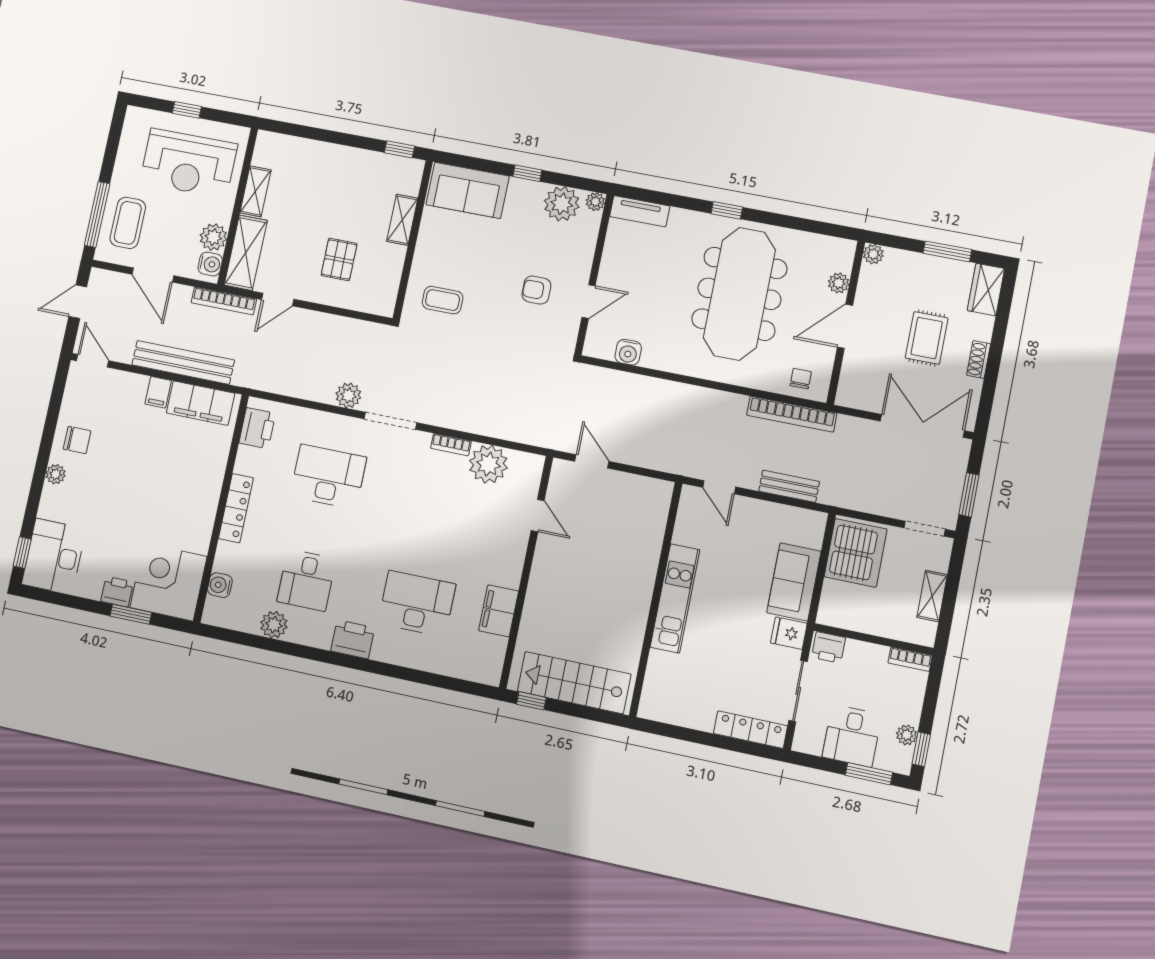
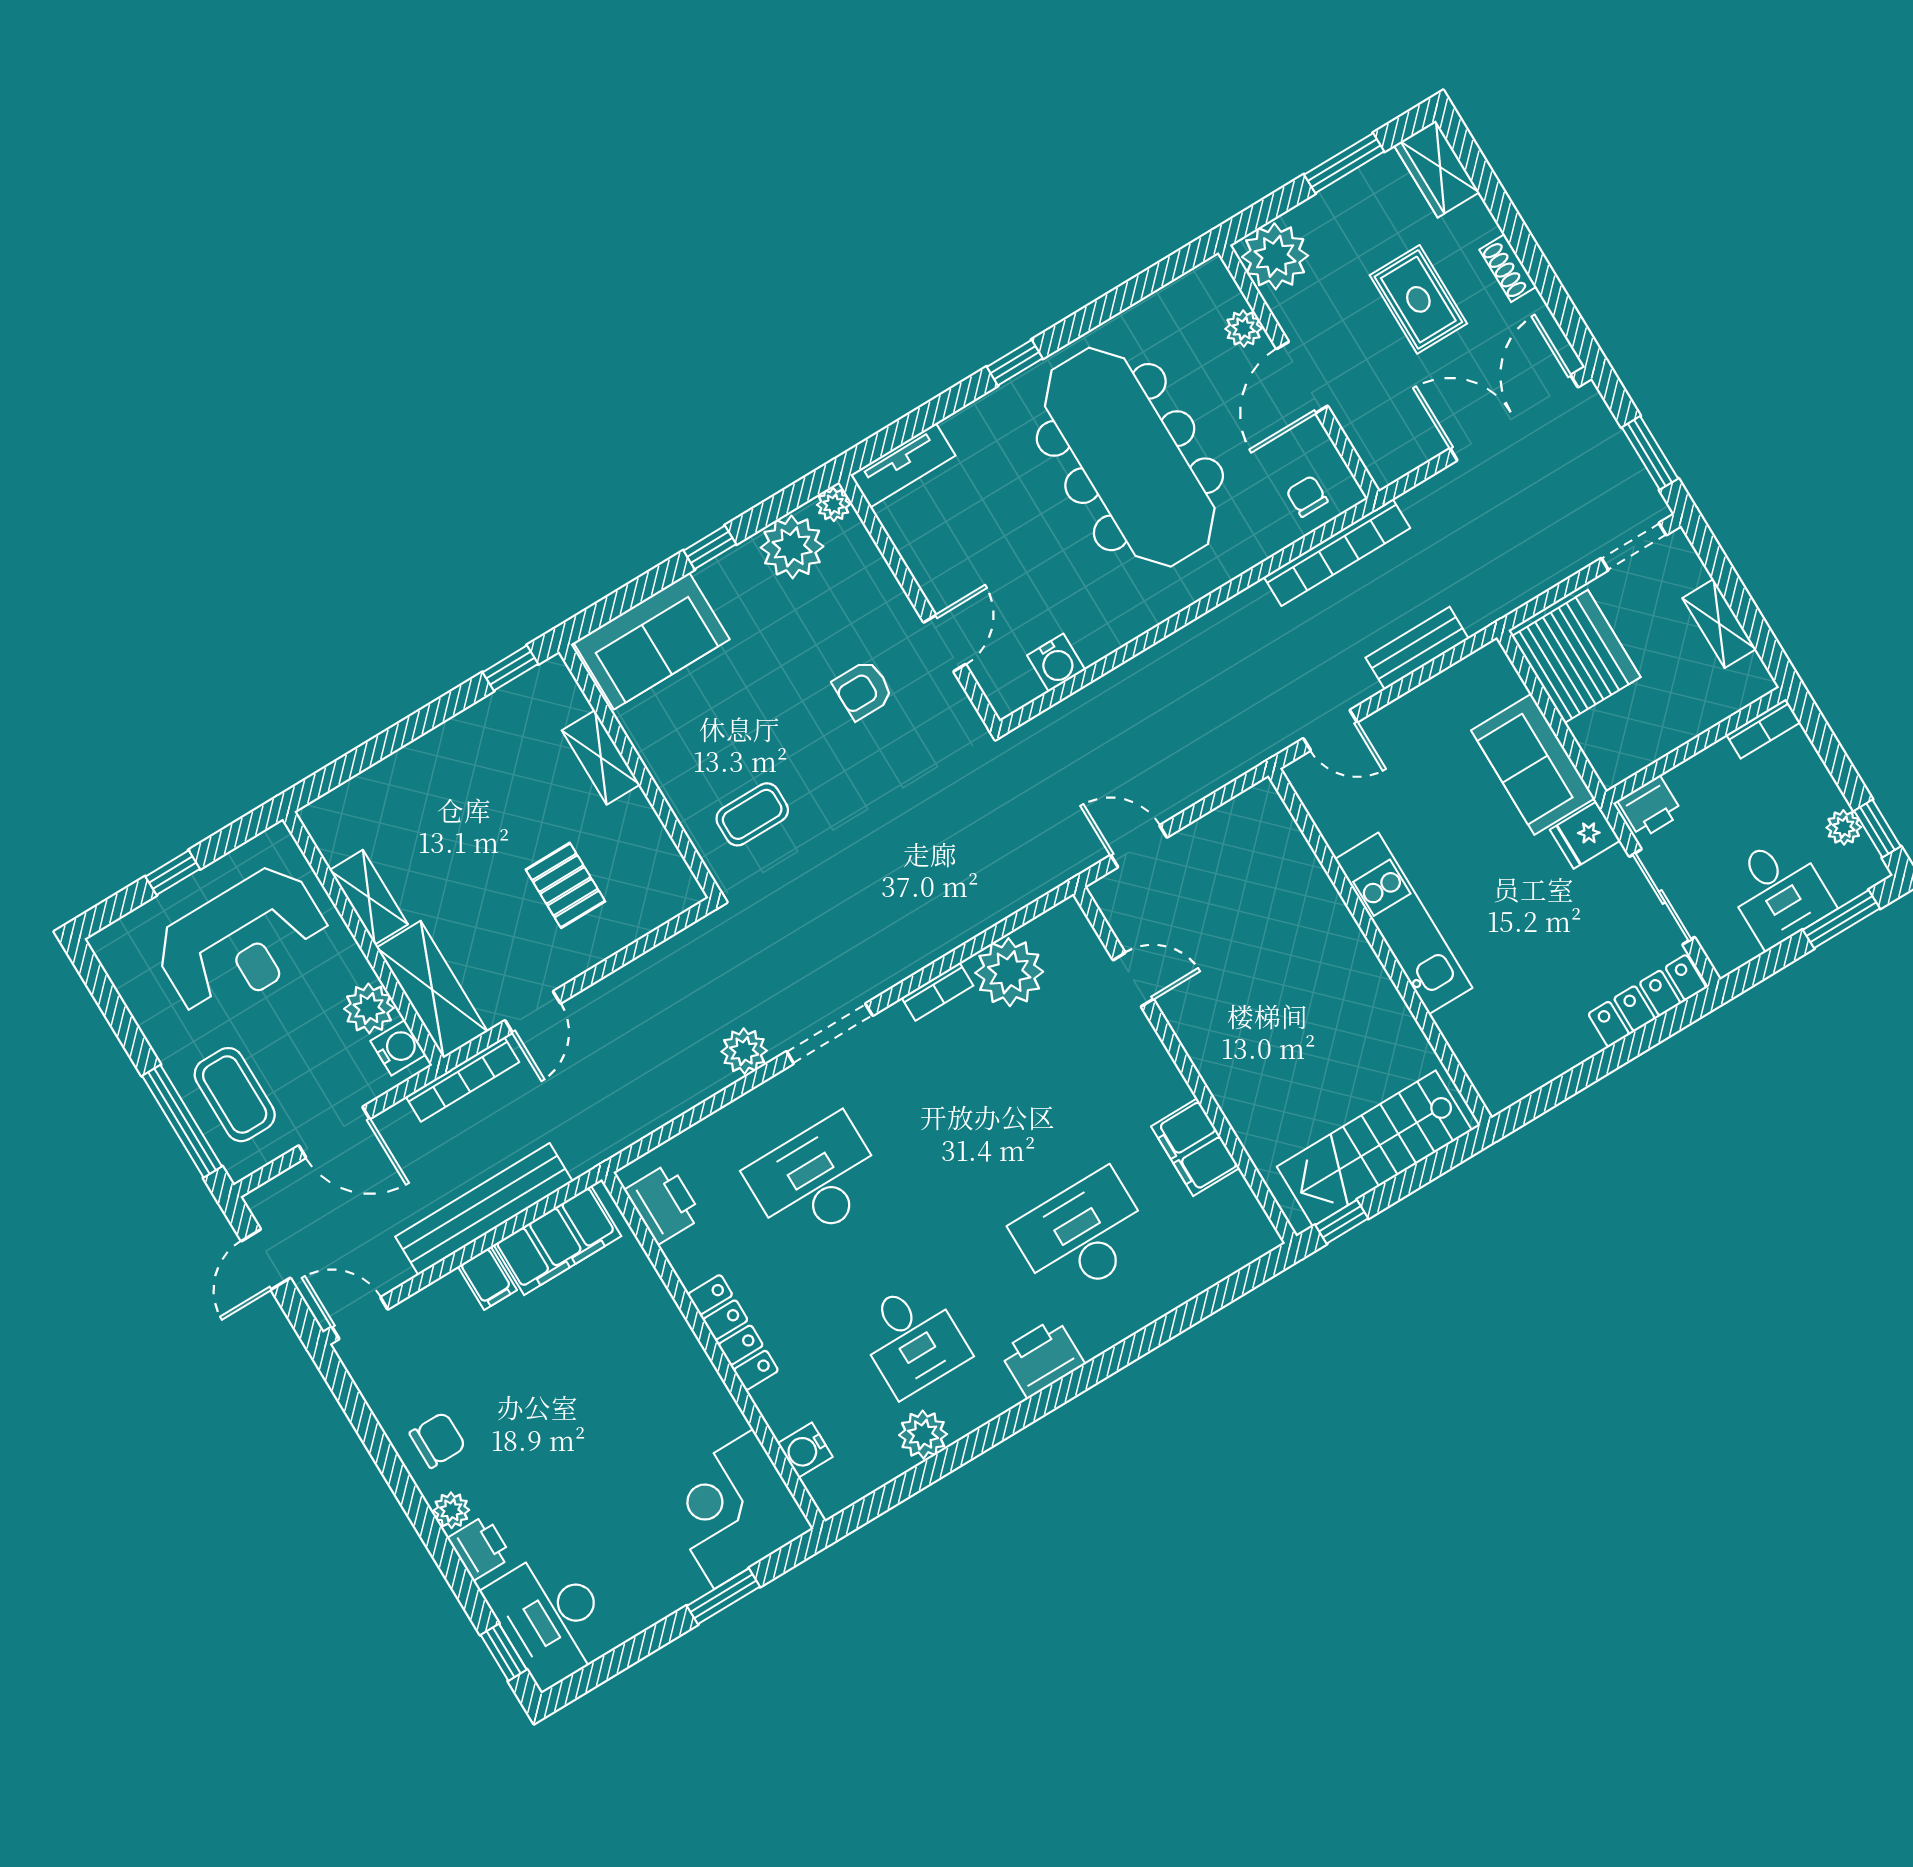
plant: (873, 254) -> (1275, 256), width x1.87, depth x1.87
printer: (117, 592) -> (480, 1548), moved, turned 90

